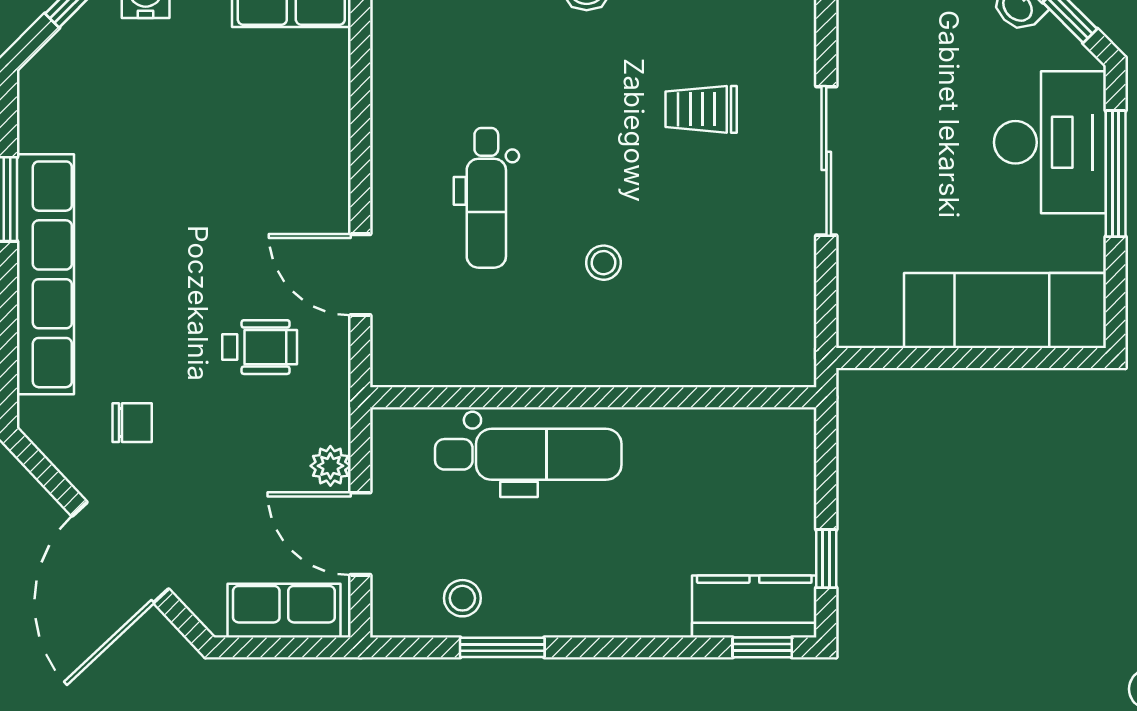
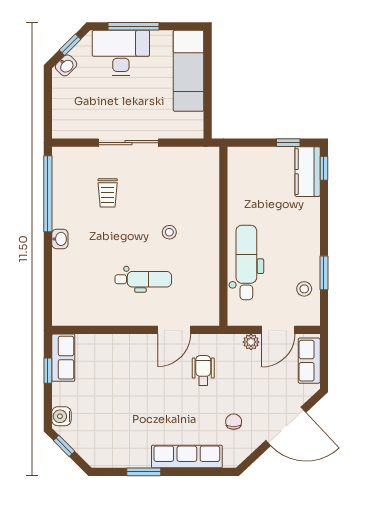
row of seats: (45, 274) -> (187, 456), width x0.73

